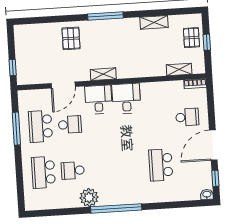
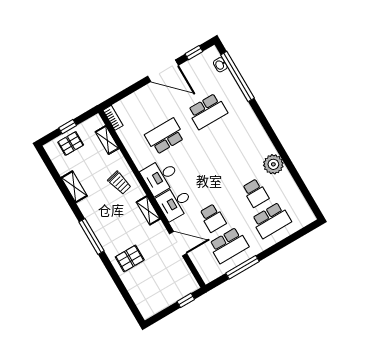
trolley: (138, 62) -> (119, 183), added
school desk: (187, 117) -> (165, 136), moved, width x1.85
school desk: (70, 125) -> (213, 218), turned 180
washbasin: (207, 194) -> (220, 65), moved
window: (116, 208) -> (237, 76), moved

